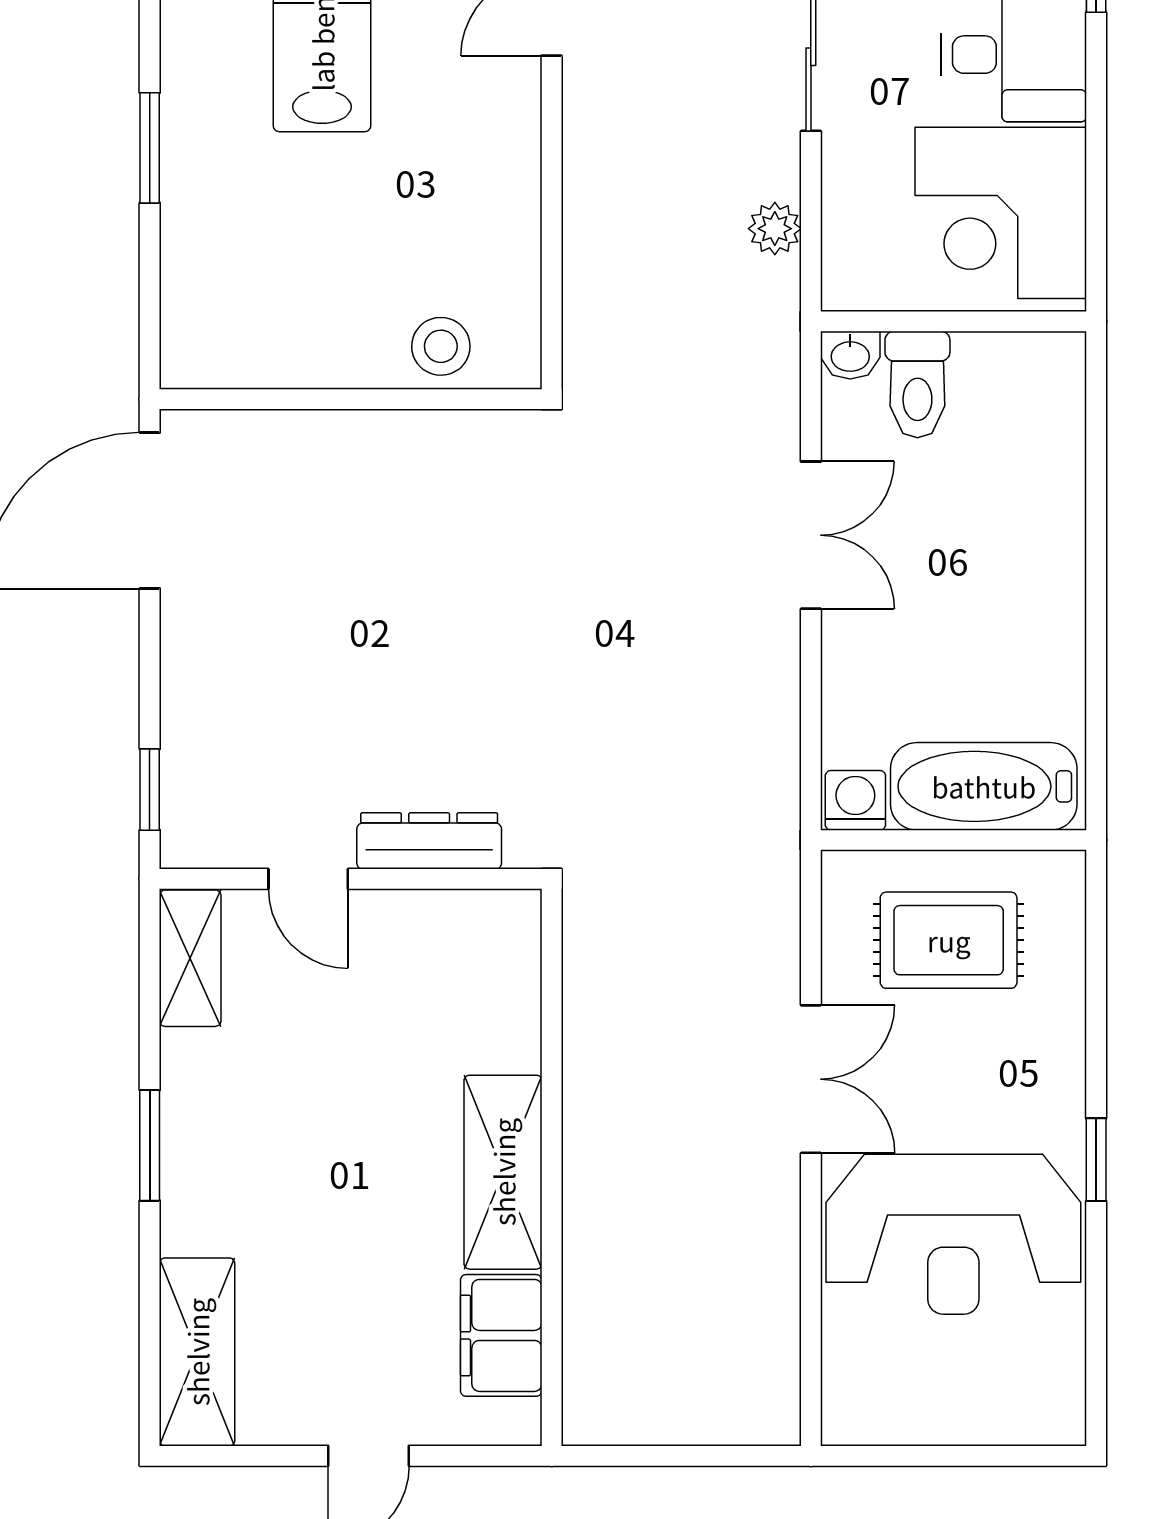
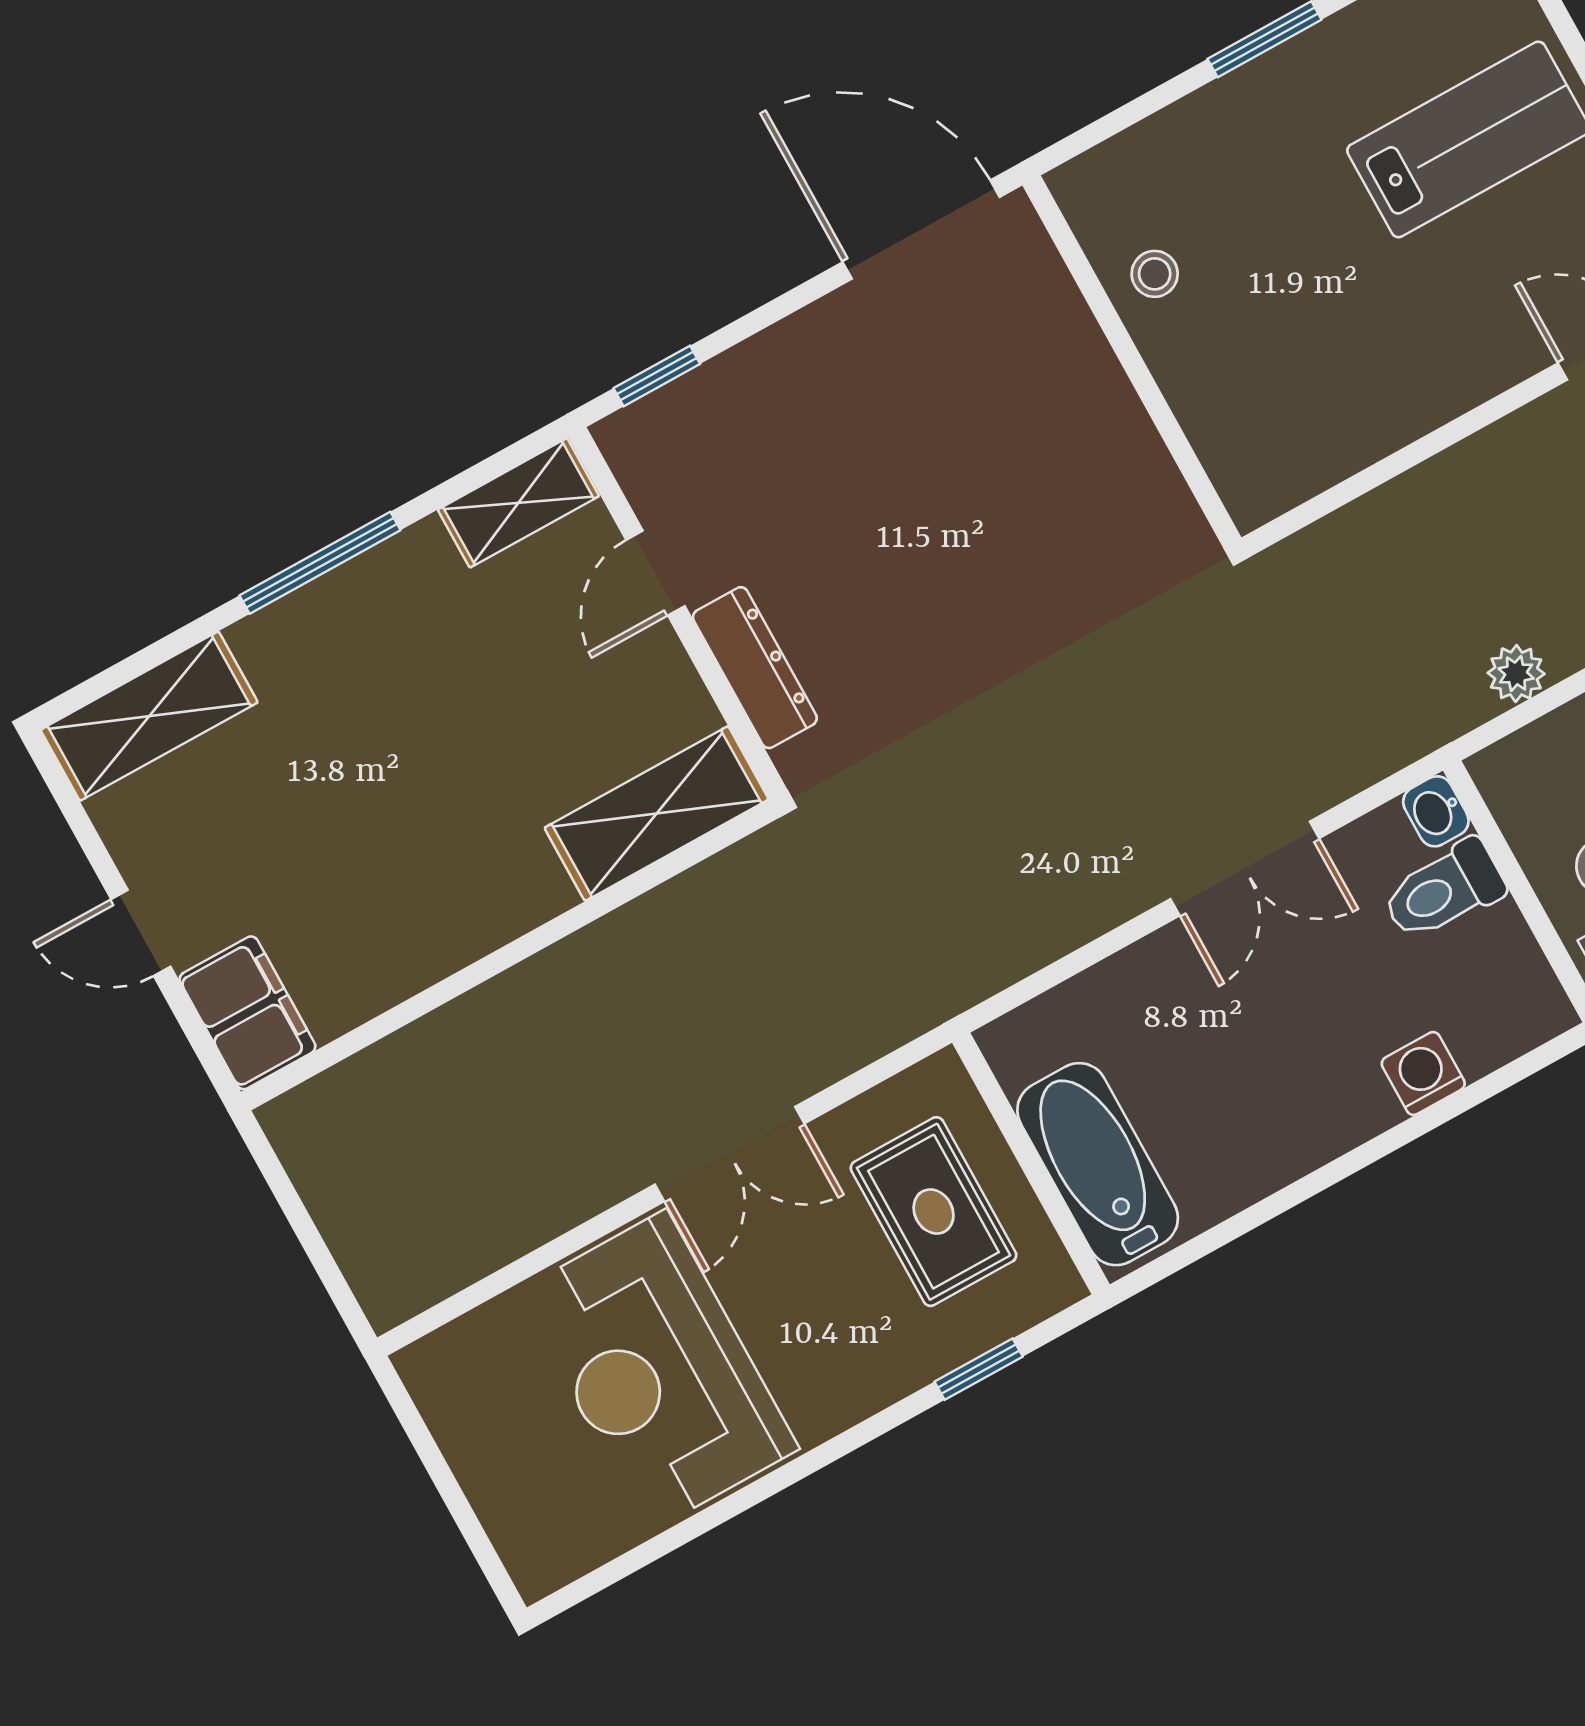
stool: (441, 346) -> (1155, 274), moved, width x0.73, depth x0.73
washing machine: (855, 800) -> (1423, 1073), moved, turned -90
window: (150, 1145) -> (320, 563), width x1.44
window: (1096, 1160) -> (979, 1369), moved
shelving: (503, 1172) -> (656, 814), moved
filing cabinet: (501, 1335) -> (247, 1013), moved, turned 90

